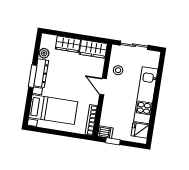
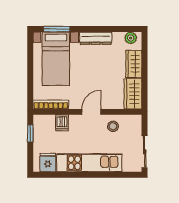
sliding door: (134, 45) -> (145, 152), moved
plant: (44, 53) -> (131, 38), moved
window: (33, 76) -> (57, 29), moved
dishwasher: (105, 132) -> (62, 123), moved

